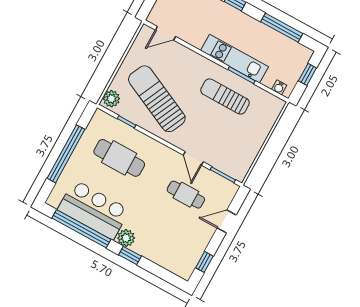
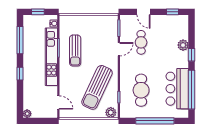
kitchen unit: (235, 59) -> (51, 57), width x1.36
plant: (126, 238) -> (183, 45), moved

